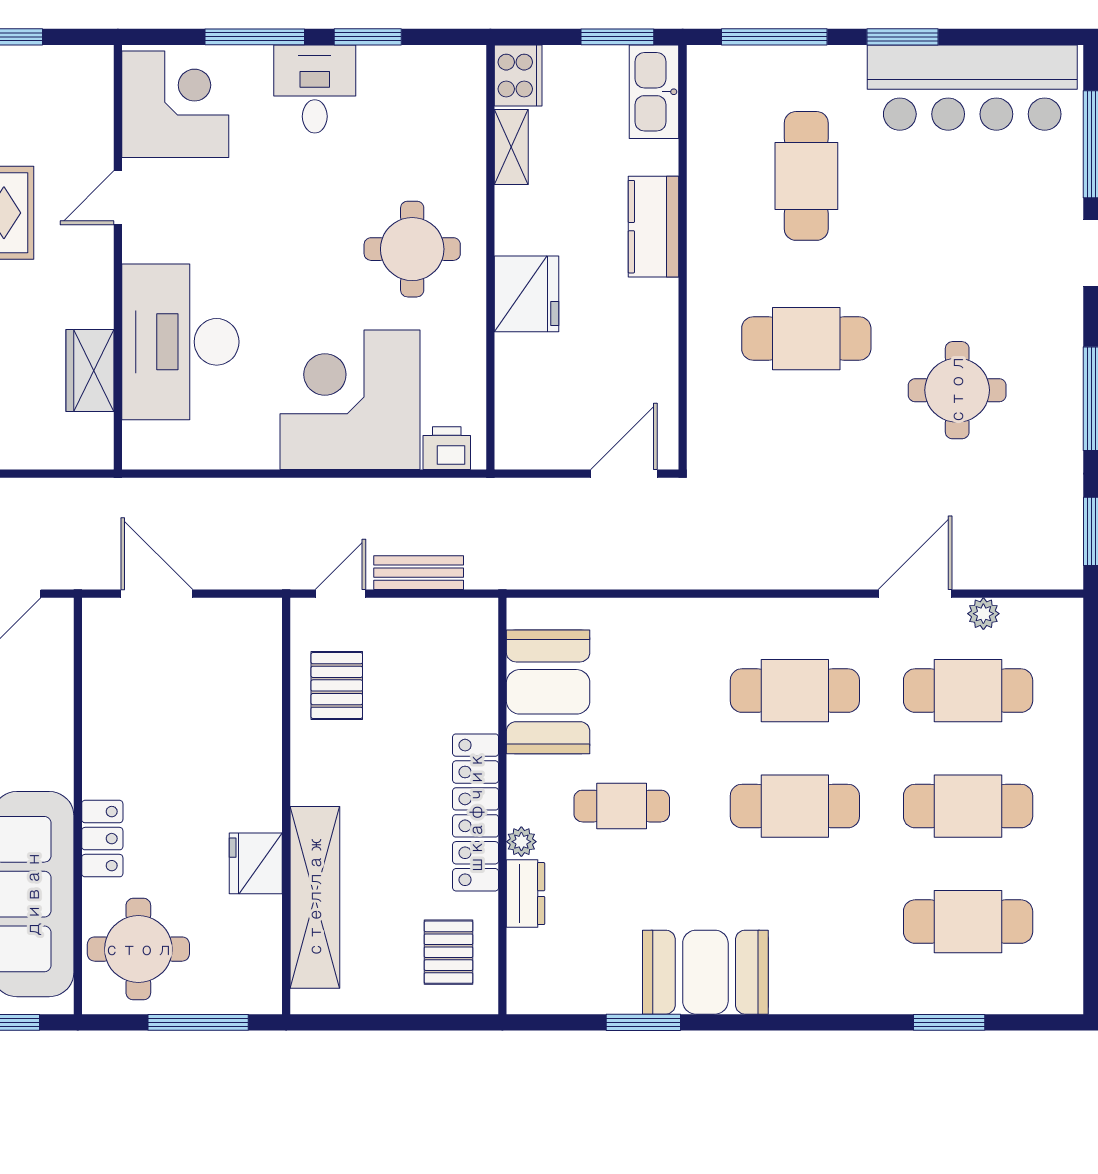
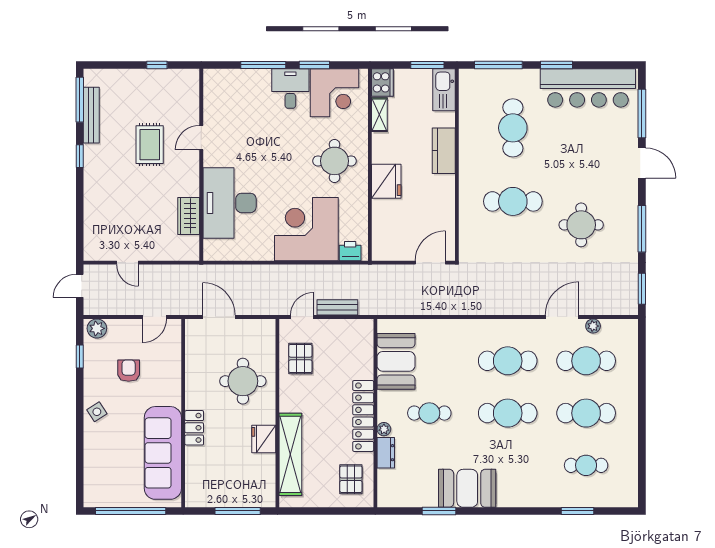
corner desk: (175, 104) -> (335, 93), moved, turned 90
cafe table: (968, 922) -> (586, 465), width x0.73, depth x0.74
round table: (138, 949) -> (243, 381), moved

